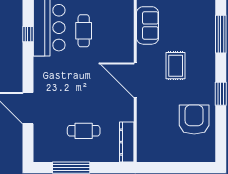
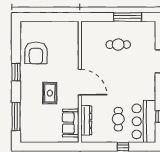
dresser: (127, 142) -> (86, 120), moved

